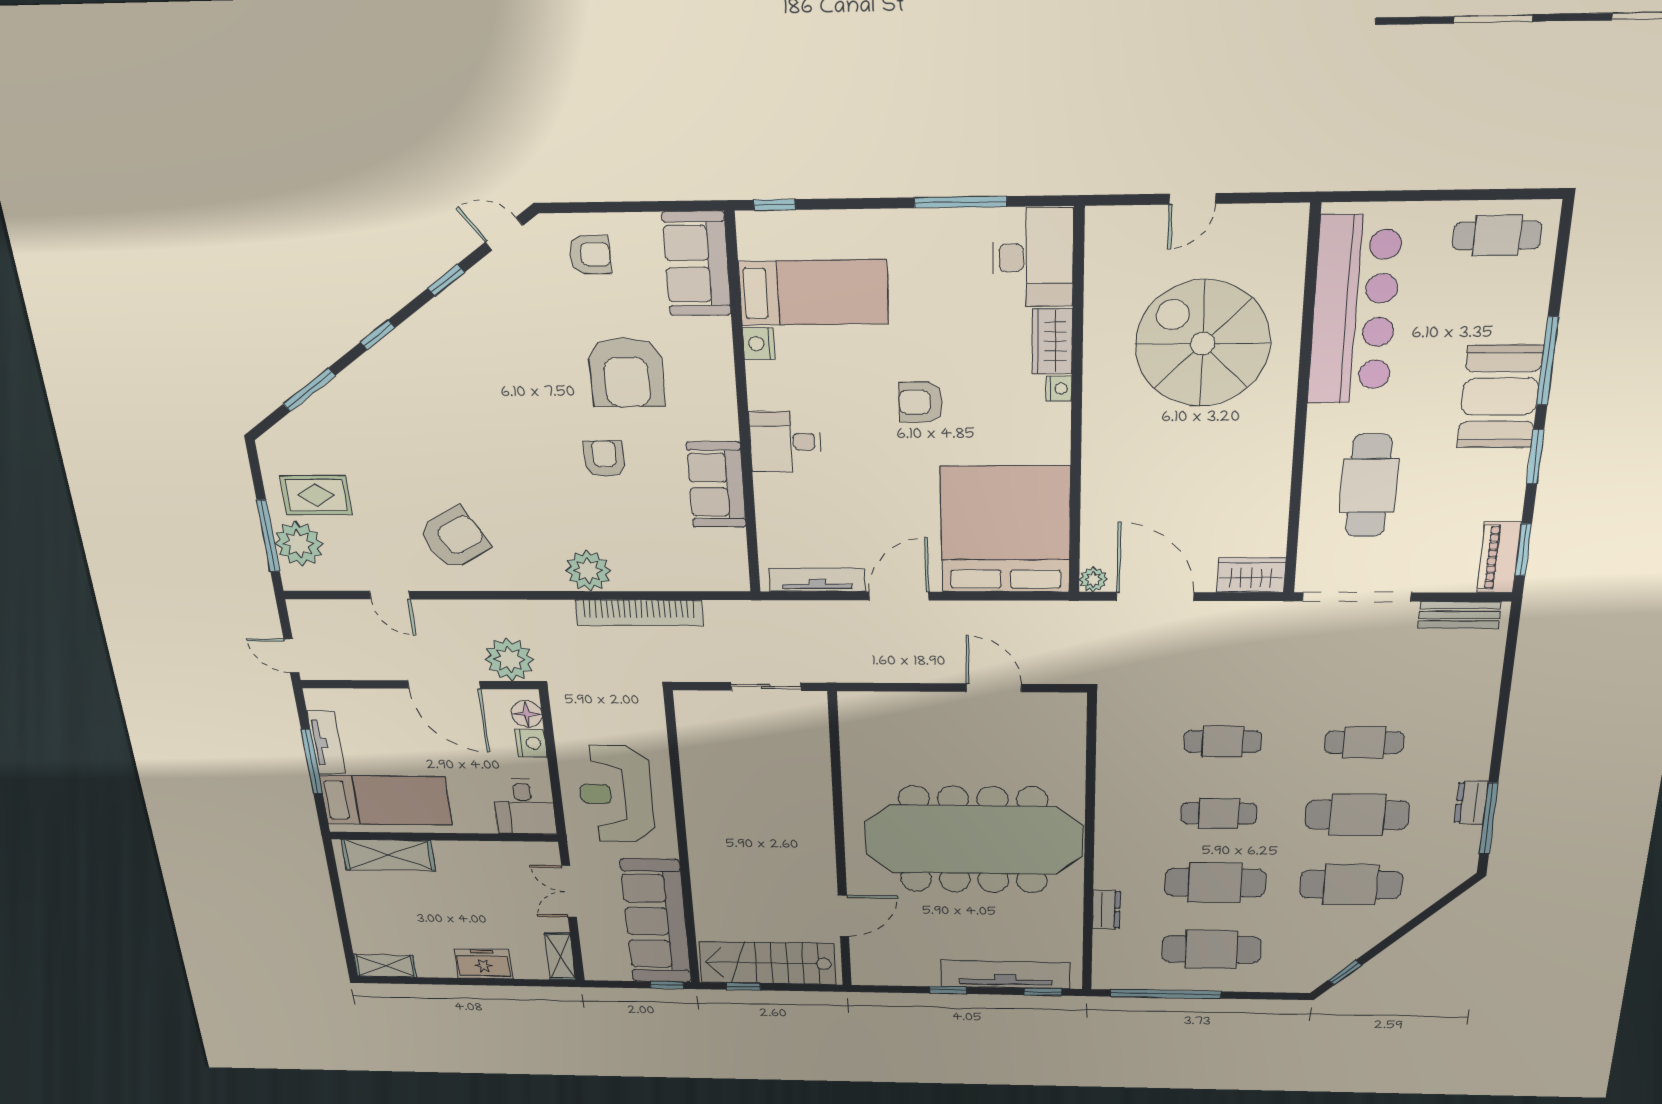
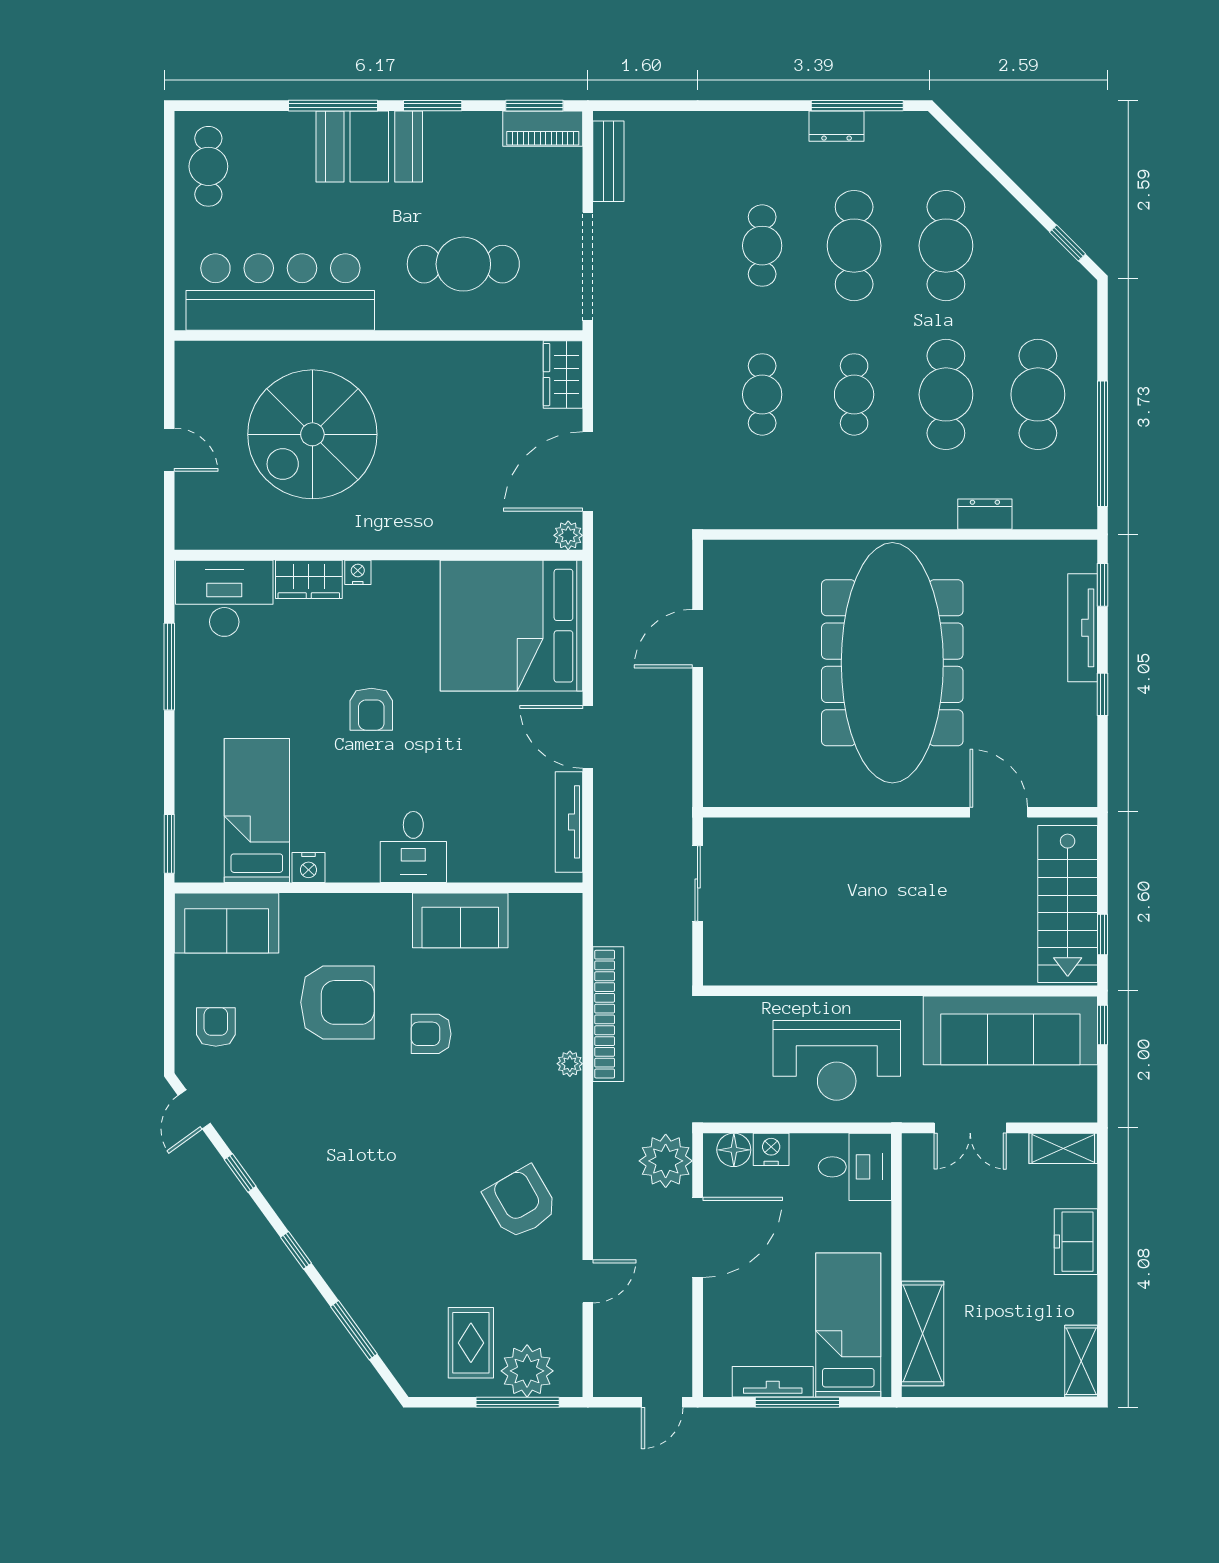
window: (774, 205) -> (169, 844), width x1.50
plant: (588, 571) -> (570, 1064), width x0.53, depth x0.53
tv unit: (1005, 975) -> (1083, 628), width x0.73, depth x0.78

